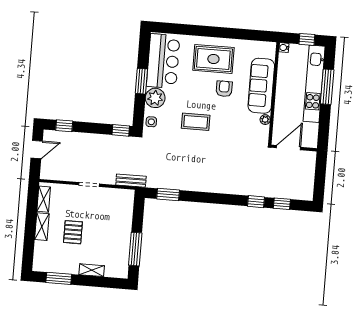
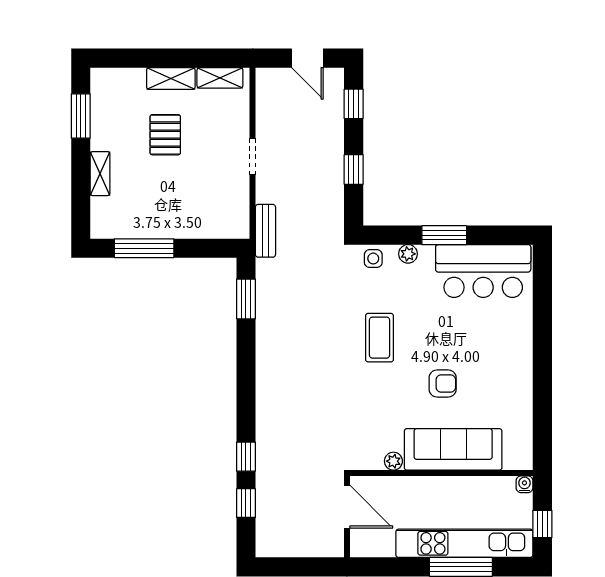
rug: (213, 59) -> (494, 360), removed
plant: (155, 98) -> (408, 254), width x0.53, depth x0.53
window: (121, 130) -> (354, 169), moved
pallet: (73, 232) -> (165, 135), turned 90

